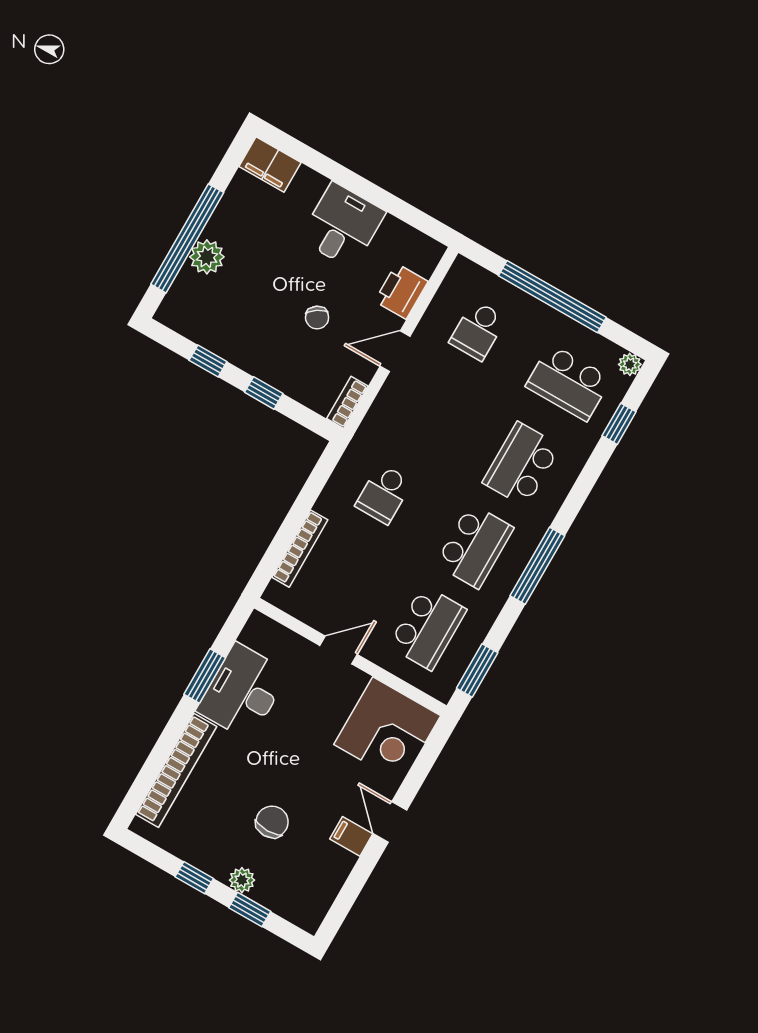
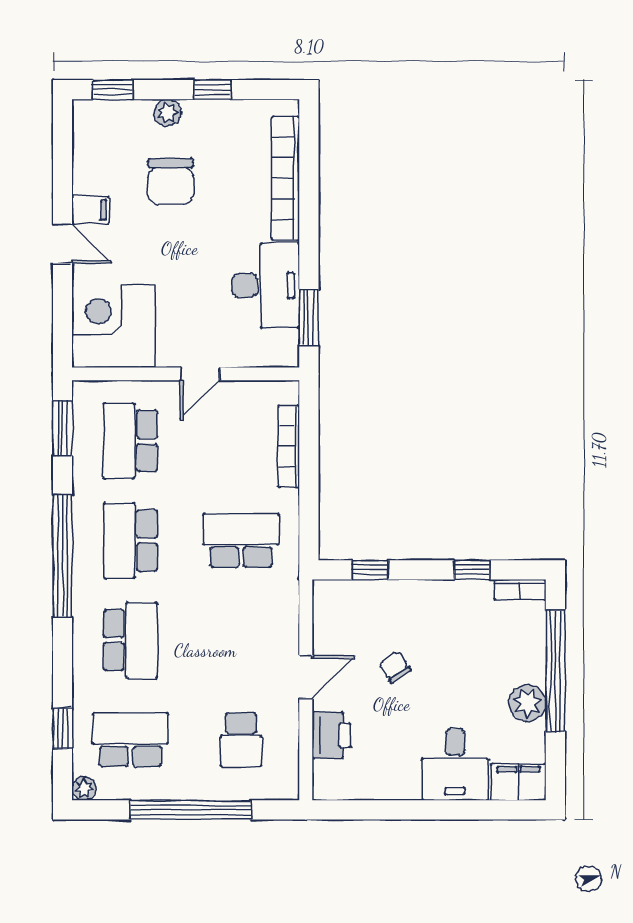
desk: (342, 226) -> (455, 764), moved
plant: (207, 257) -> (528, 703), moved
school desk: (478, 330) -> (241, 740), turned 180
window: (264, 393) -> (370, 570), moved
bookcase: (347, 402) -> (520, 590), moved, turned 90
school desk: (384, 494) -> (241, 541), width x1.85
window: (537, 566) -> (63, 556), width x1.46
window: (205, 676) -> (309, 317), moved
chair: (272, 822) -> (171, 182), width x1.37, depth x1.37
window: (250, 910) -> (112, 90), moved

